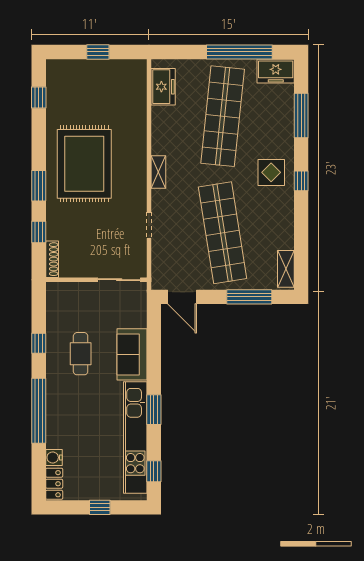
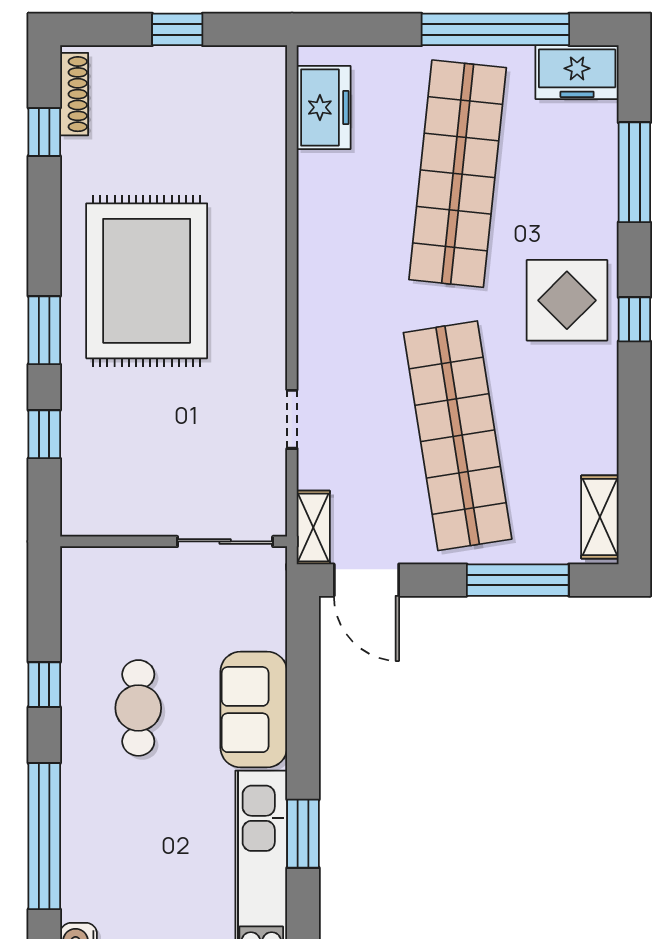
shelving: (158, 172) -> (313, 528), moved
display table: (271, 172) -> (567, 300), width x1.36, depth x1.36
shoe rack: (52, 259) -> (74, 94), moved

